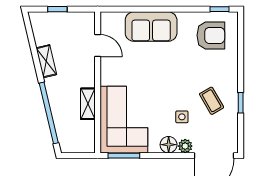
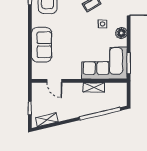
door: (98, 46) -> (54, 81), swing flipped
shelving: (46, 61) -> (47, 120), moved
plant: (185, 146) -> (122, 22), removed

